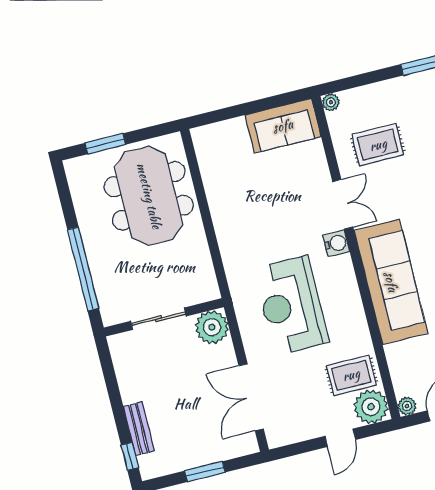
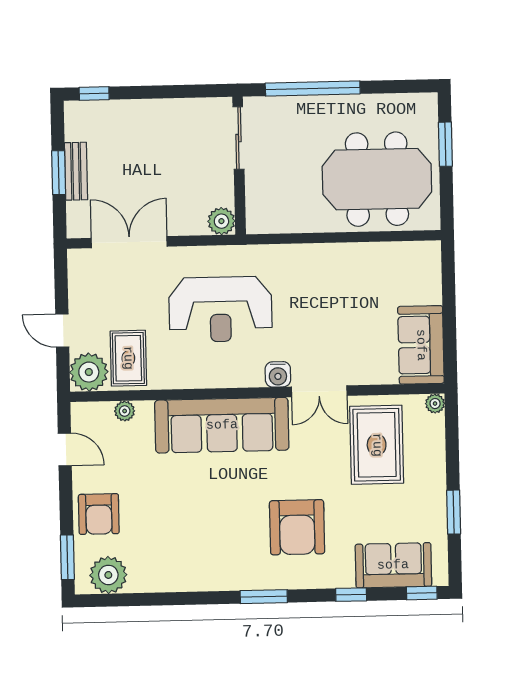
rug: (378, 145) -> (377, 445), width x1.36, depth x1.43
reception desk: (291, 306) -> (220, 309), turned 180
sliding door: (158, 319) -> (238, 138), moved
plant: (212, 327) -> (221, 221), width x0.73, depth x0.73
plant: (407, 406) -> (125, 411), moved
bench: (139, 429) -> (76, 171), moved, turned 90

